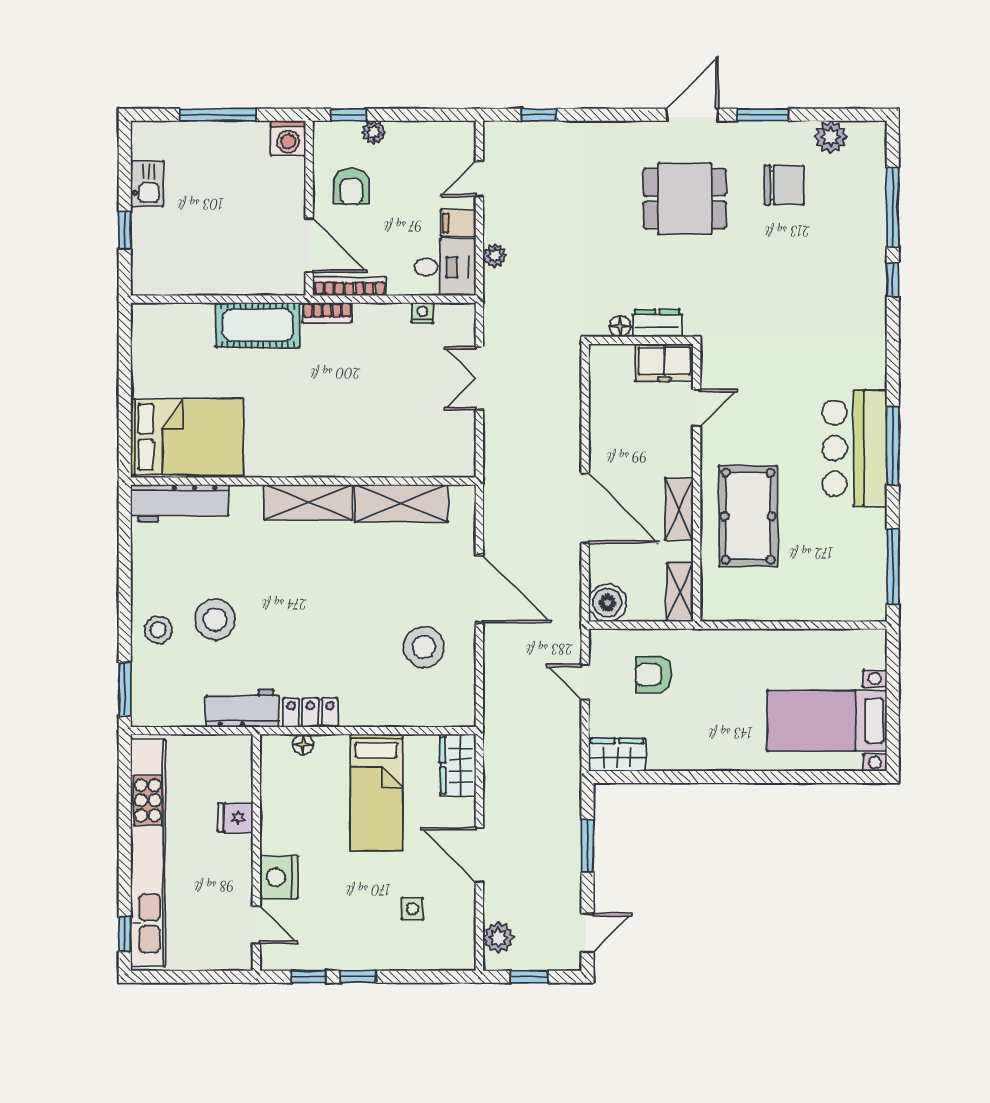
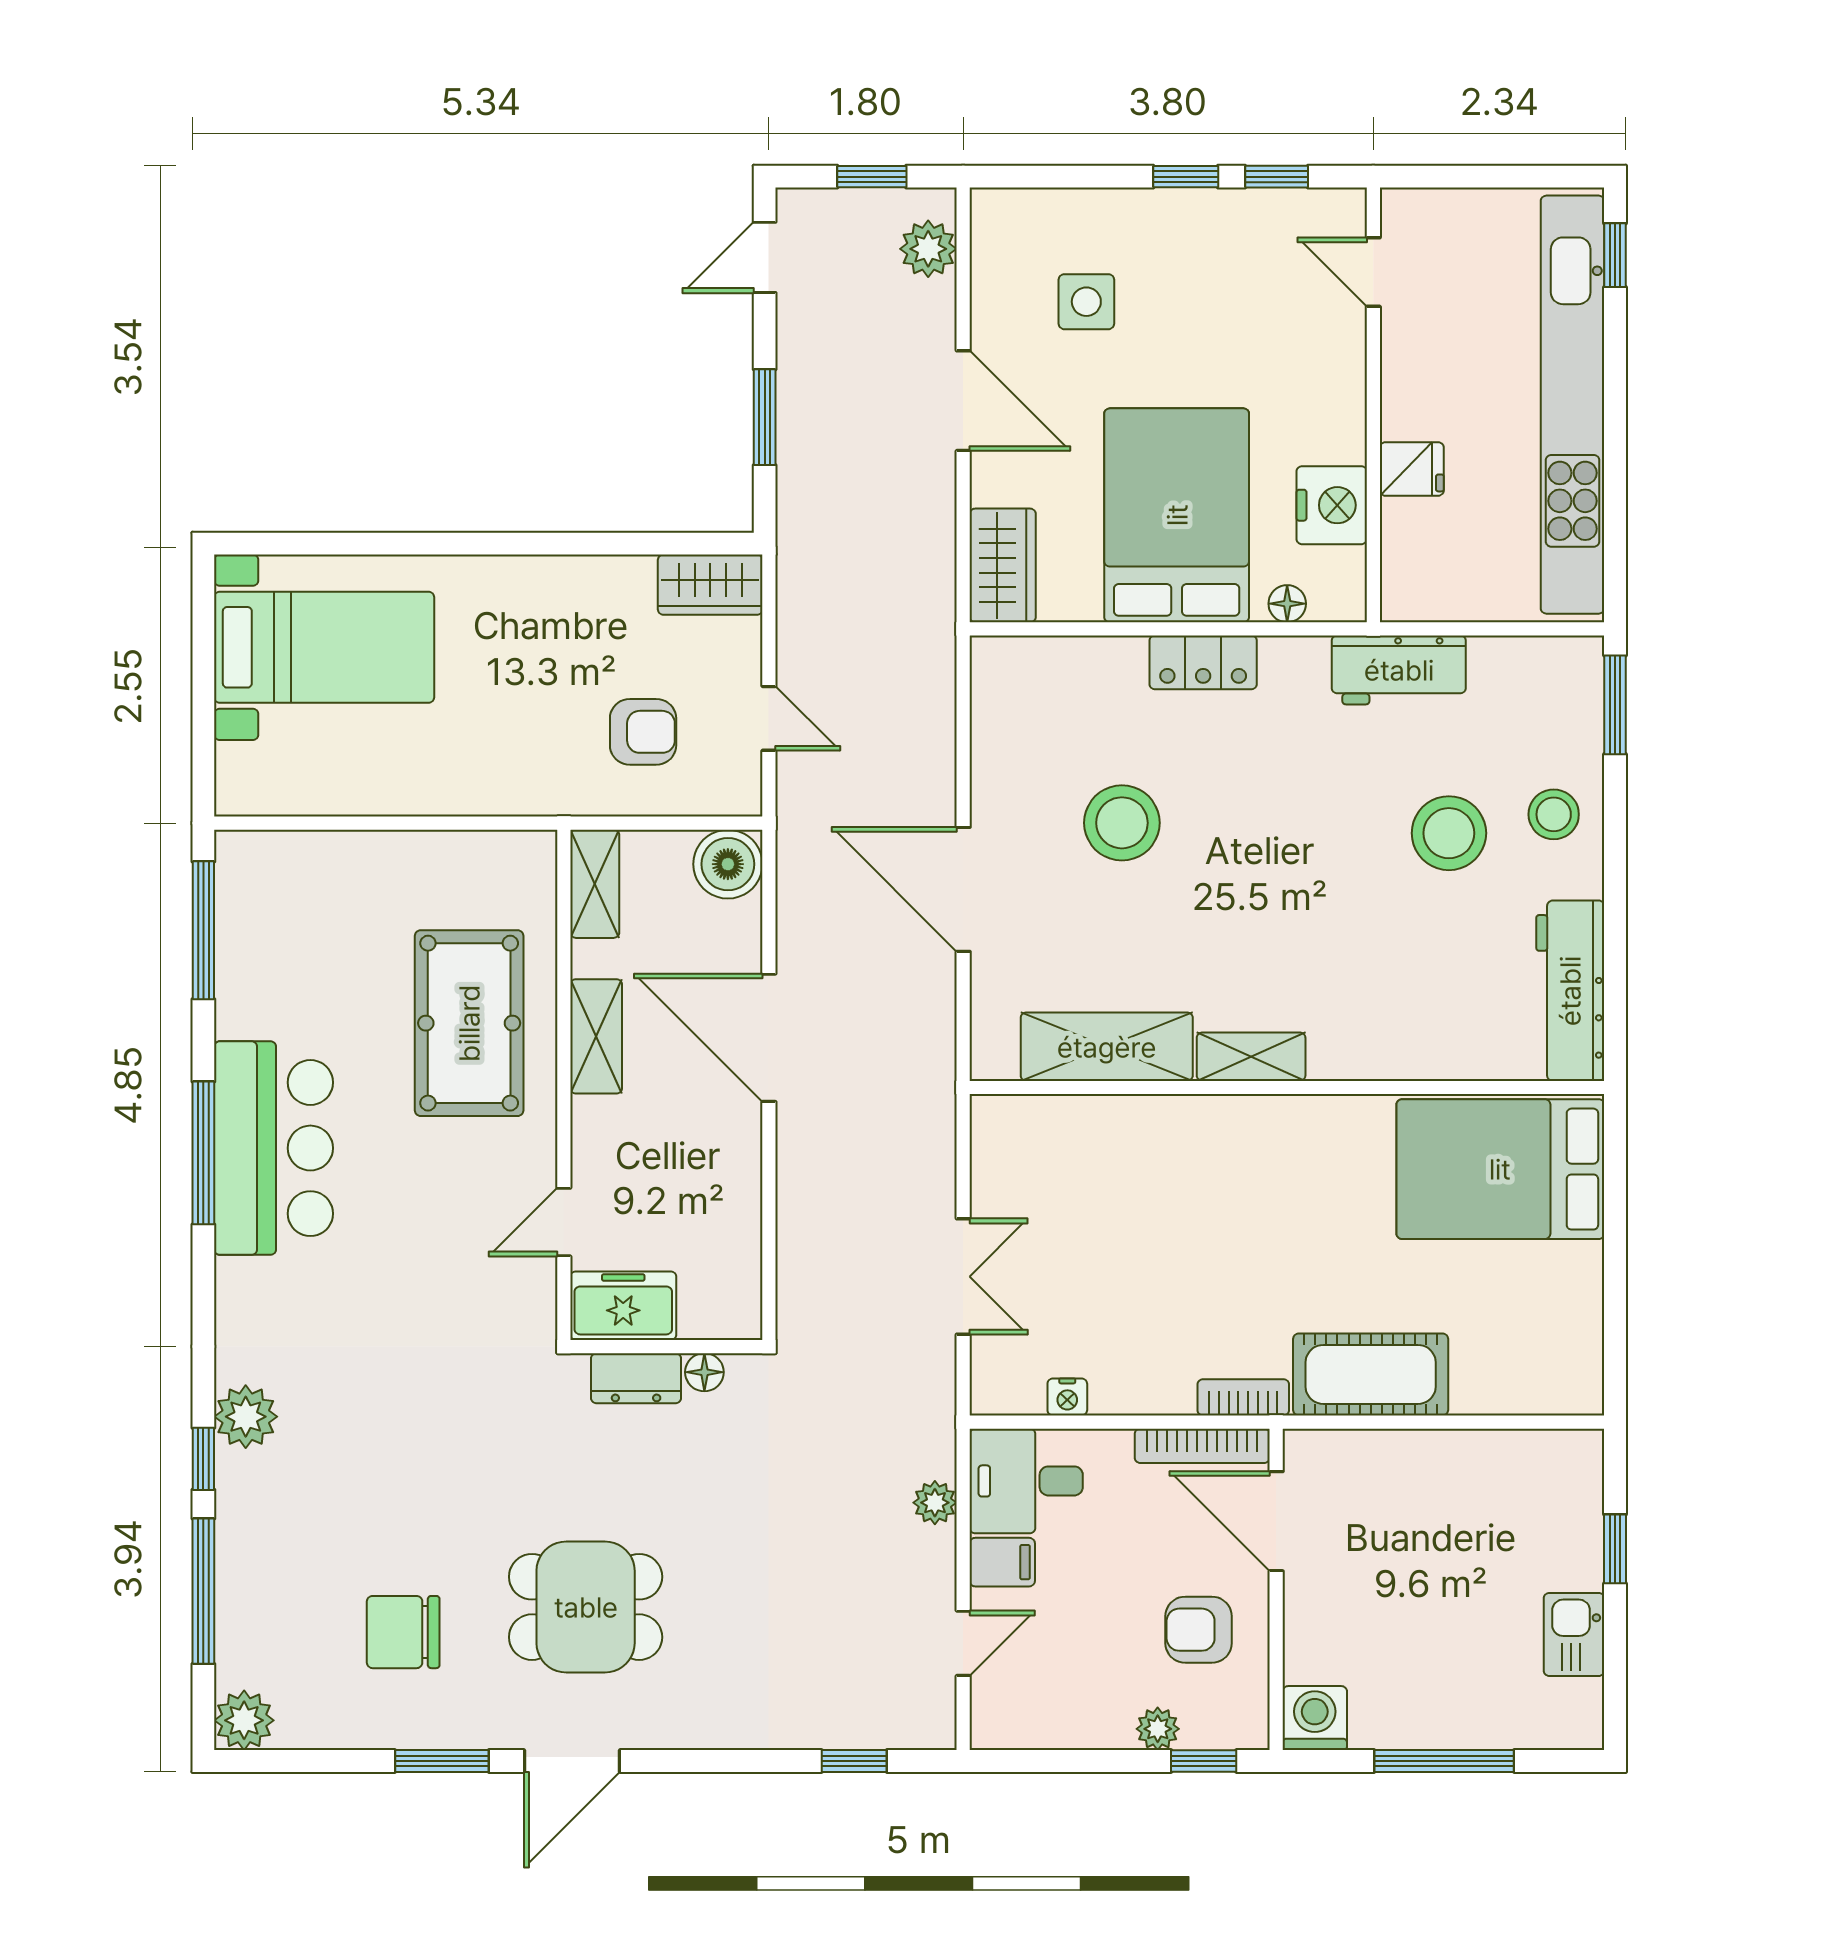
plant: (831, 137) -> (244, 1720), moved
armchair: (351, 186) -> (1199, 1630), turned -90
plant: (870, 302) -> (246, 1417), added
shelving: (308, 502) -> (1251, 1057), width x0.67, depth x0.75
workbench: (180, 503) -> (1570, 991), moved, turned -90
stool: (424, 647) -> (1122, 823), moved
locker: (310, 712) -> (1203, 662), moved
bed: (376, 792) -> (1177, 515), width x1.50
nightstand: (279, 877) -> (1332, 505), moved
side table: (412, 909) -> (1086, 302), width x1.37, depth x1.37

